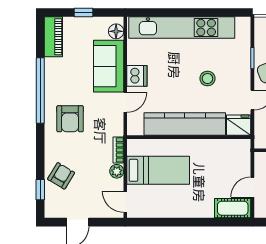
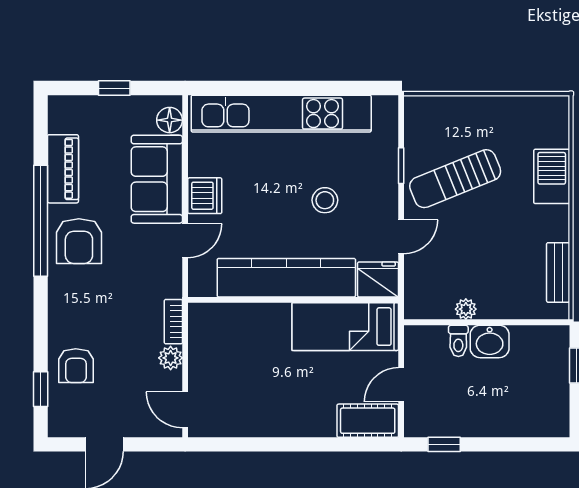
piano: (53, 37) -> (63, 169), moved
armchair: (70, 119) -> (79, 241), moved
bed: (158, 170) -> (345, 327), moved, turned 180
armchair: (61, 176) -> (76, 366), turned 149

